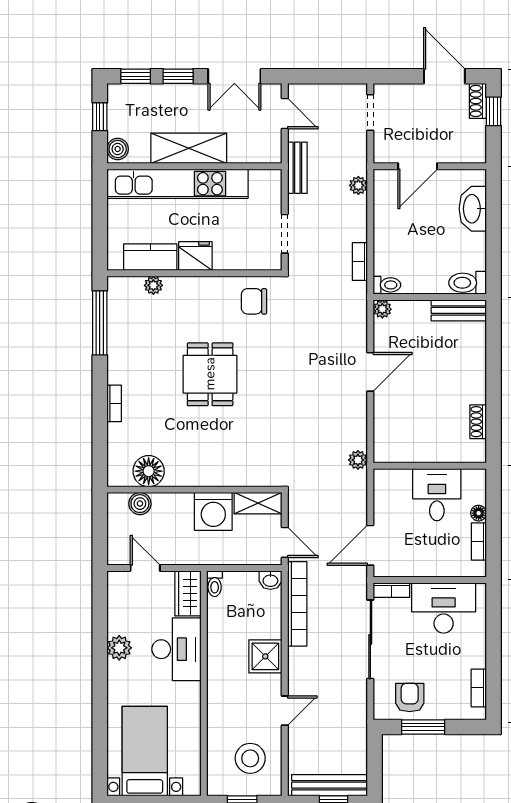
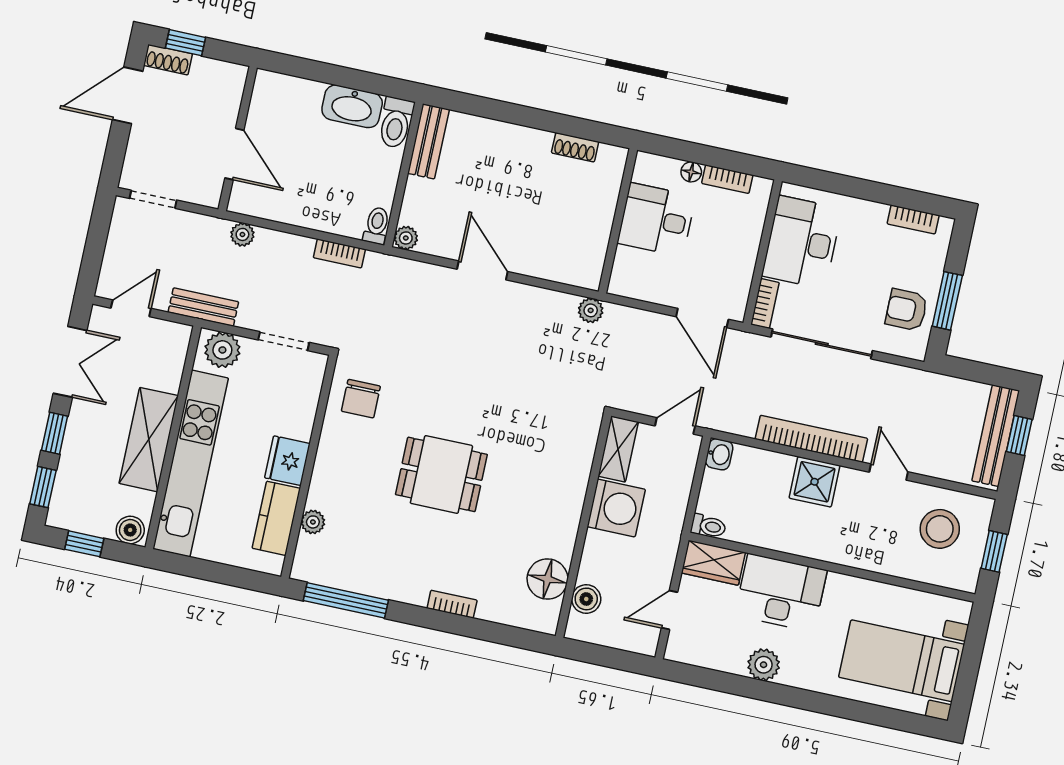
plant: (268, 189) -> (222, 350), added
washbasin: (473, 209) -> (352, 106), moved
bookcase: (297, 604) -> (811, 439), moved

